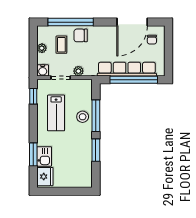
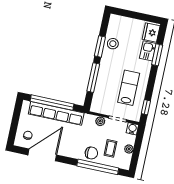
stool: (83, 117) -> (113, 44), moved

